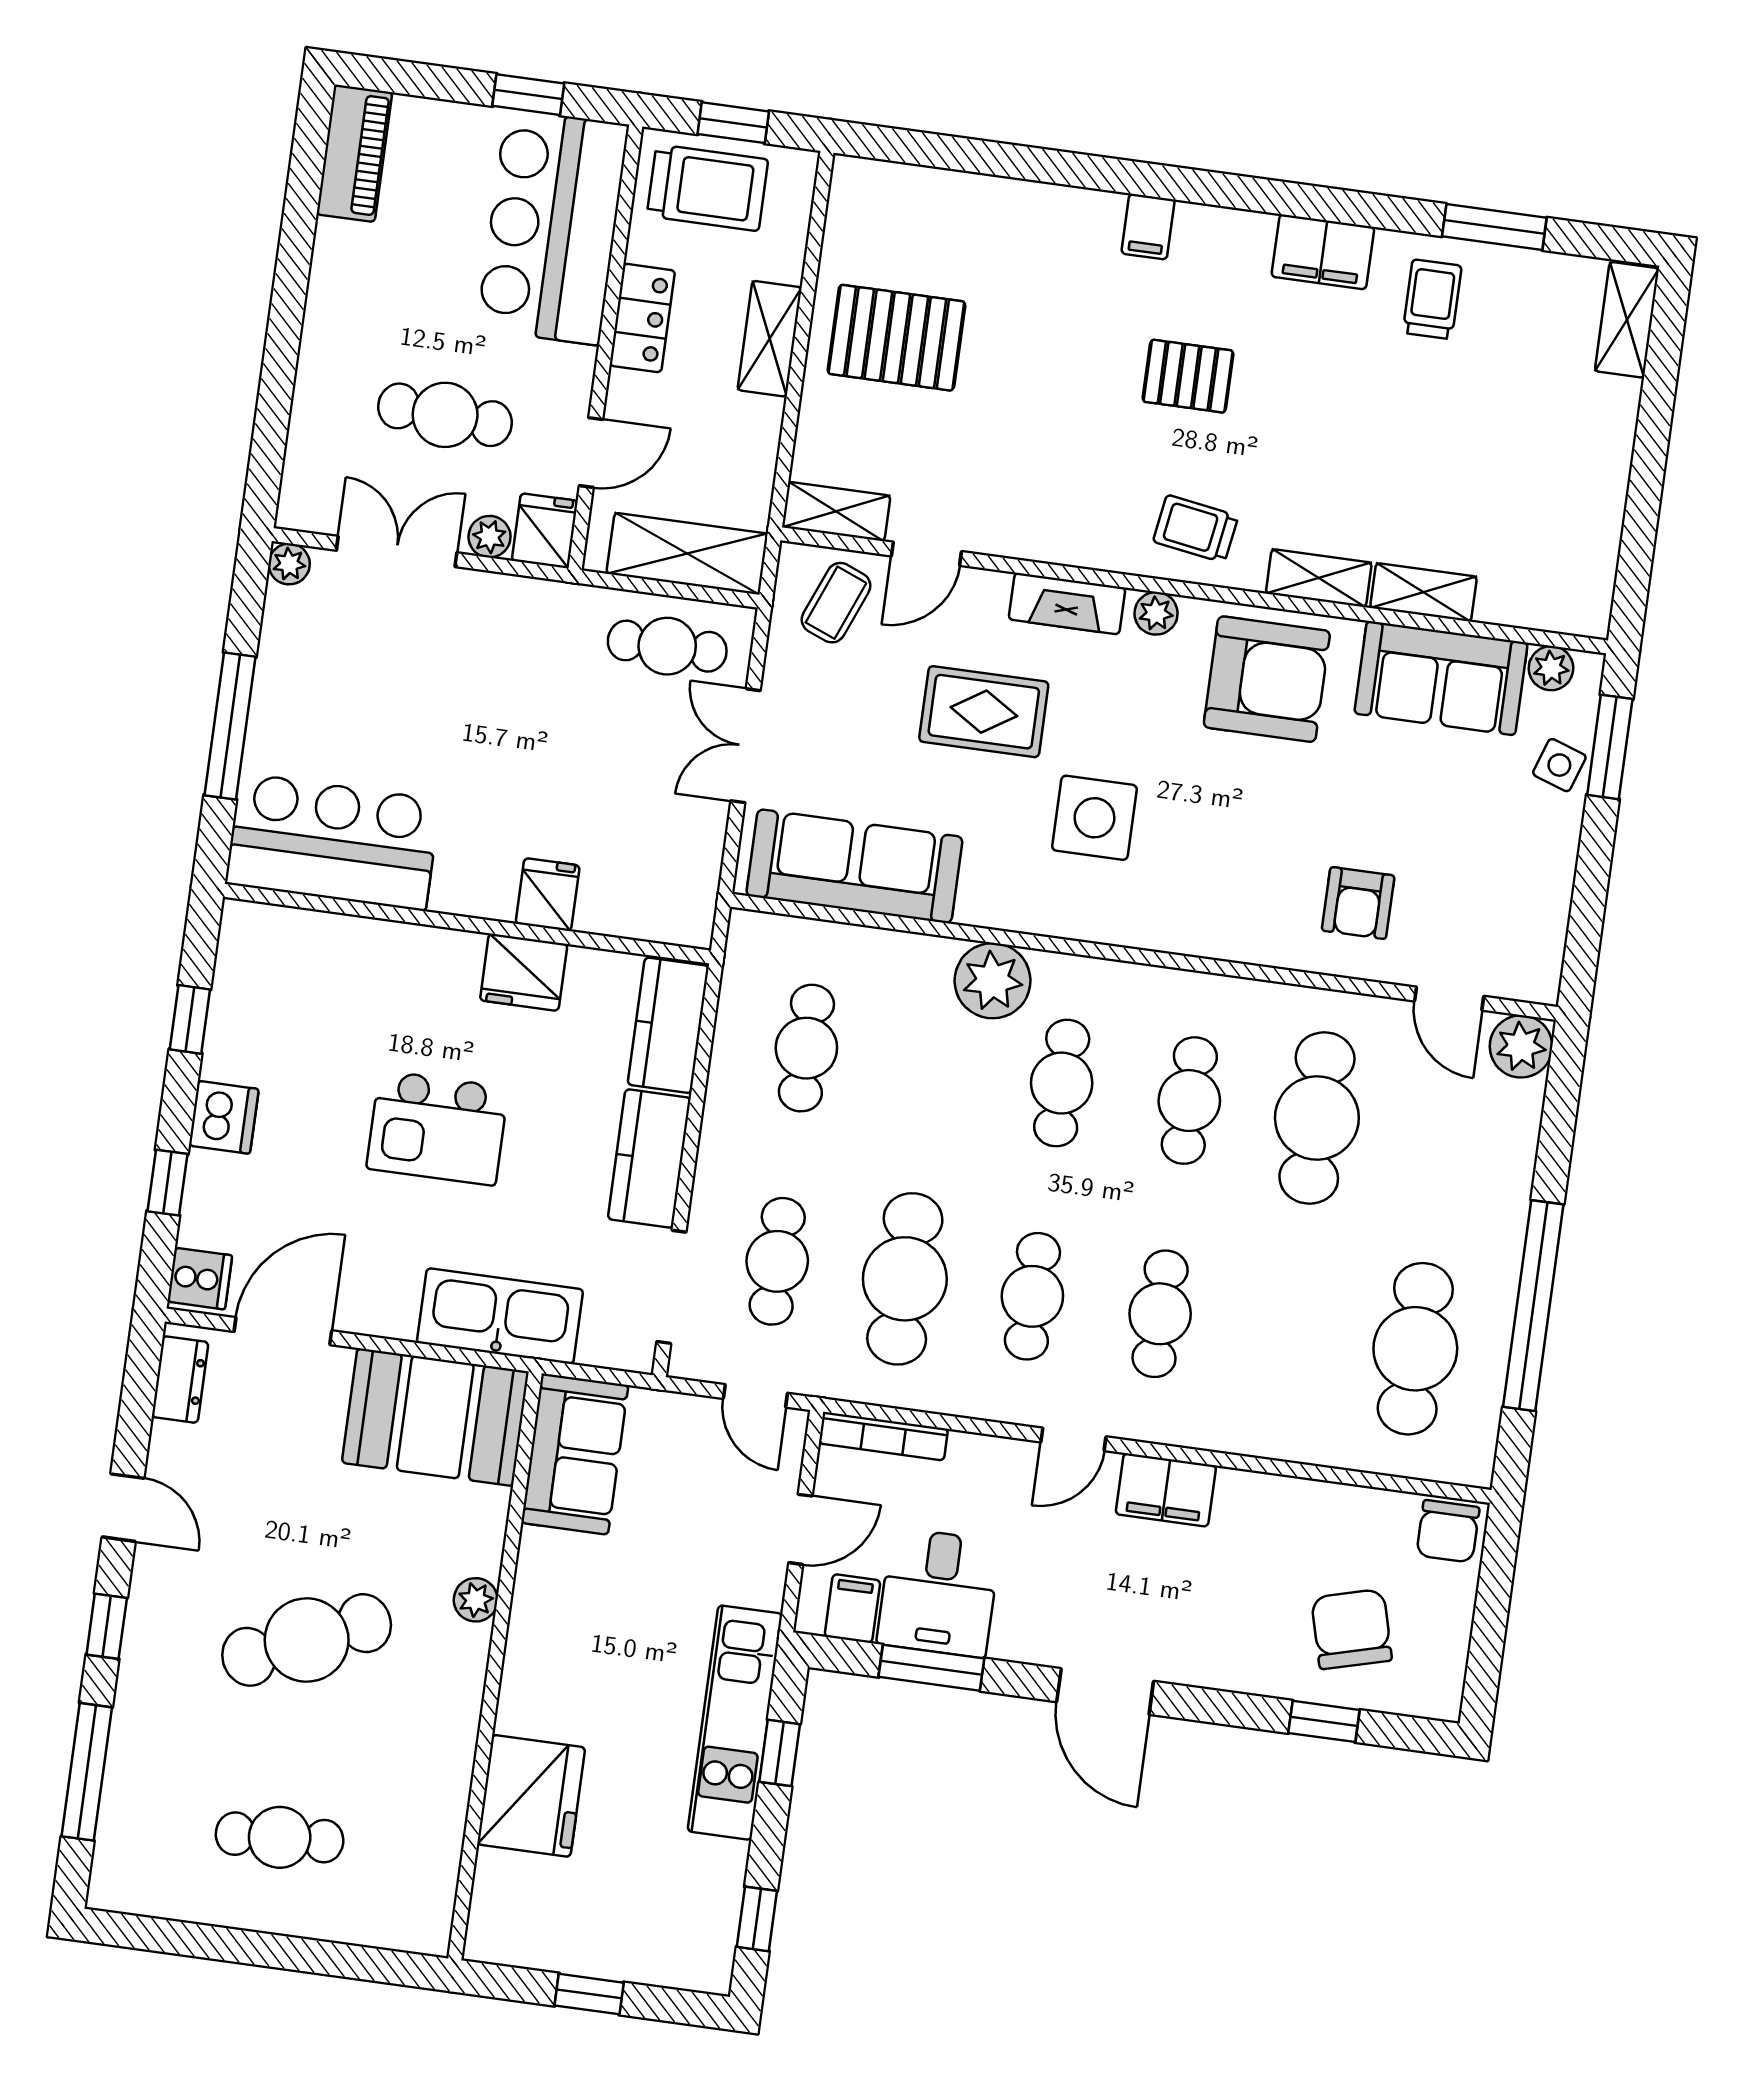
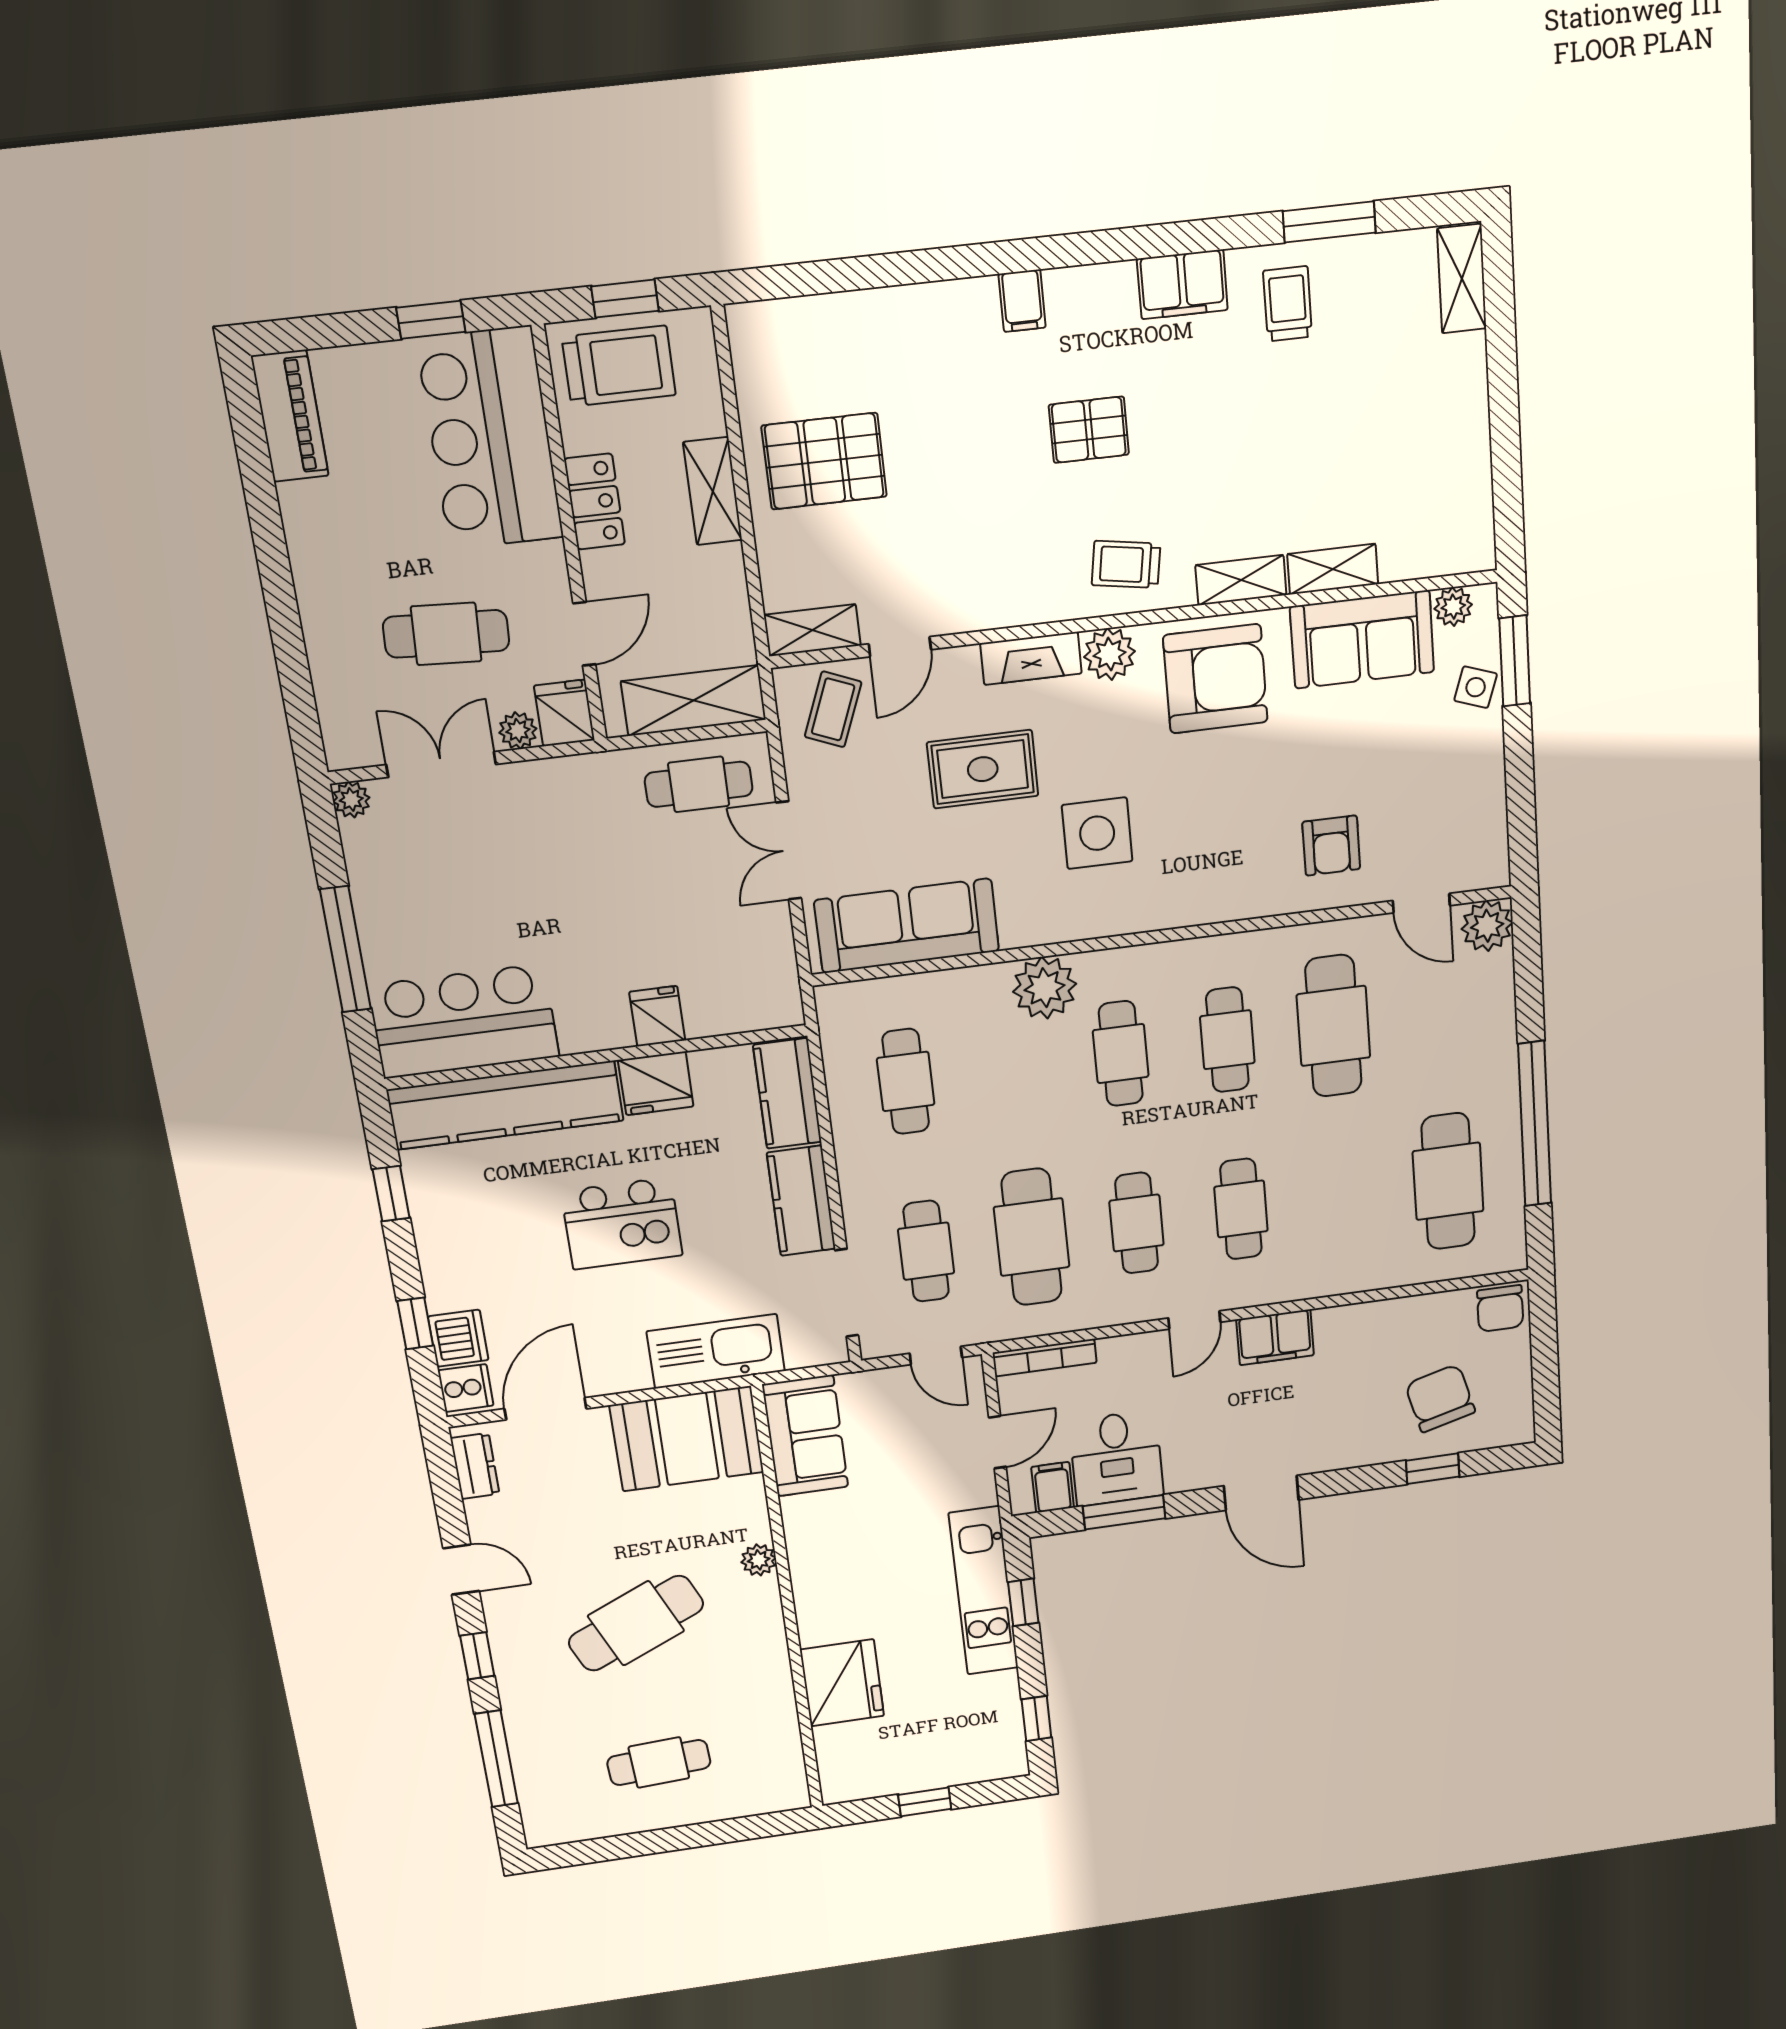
plant: (1156, 613) -> (1110, 654), width x1.38, depth x1.38
kitchen counter: (349, 951) -> (505, 1105), added
dishwasher: (224, 1117) -> (458, 1338), moved

